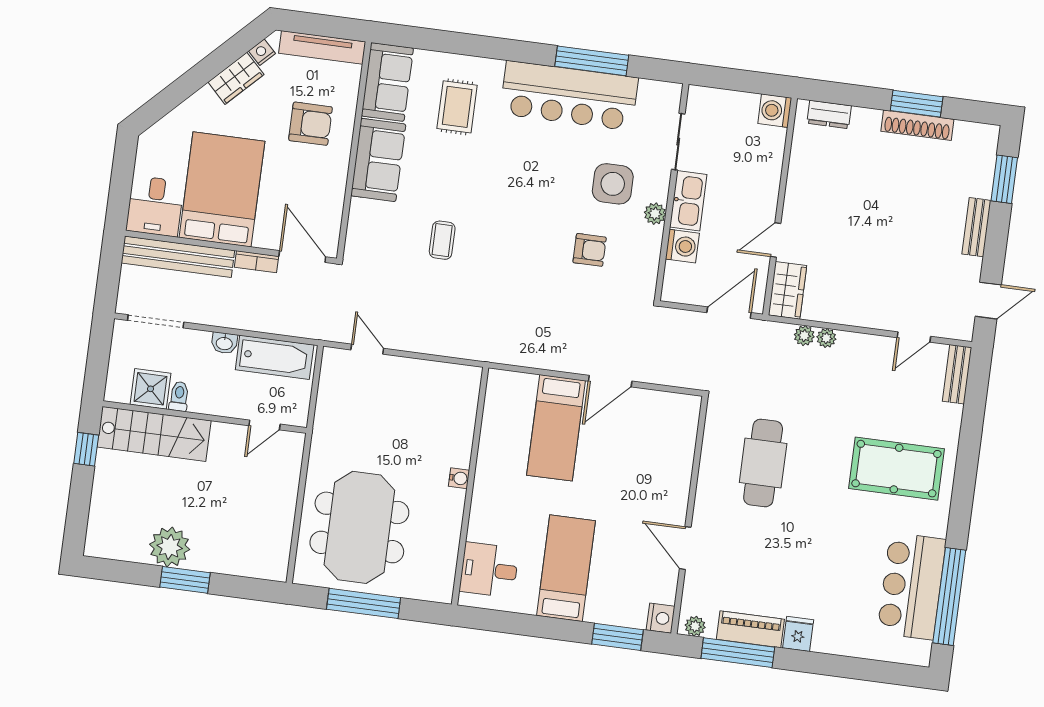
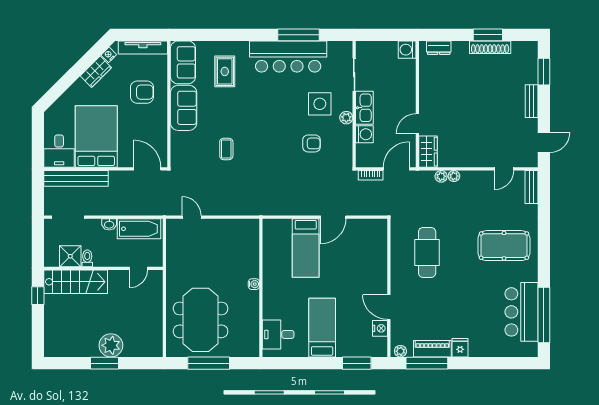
bookcase: (257, 262) -> (371, 175), moved
plant: (170, 547) -> (111, 345), moved
nightstand: (661, 618) -> (380, 328), moved

